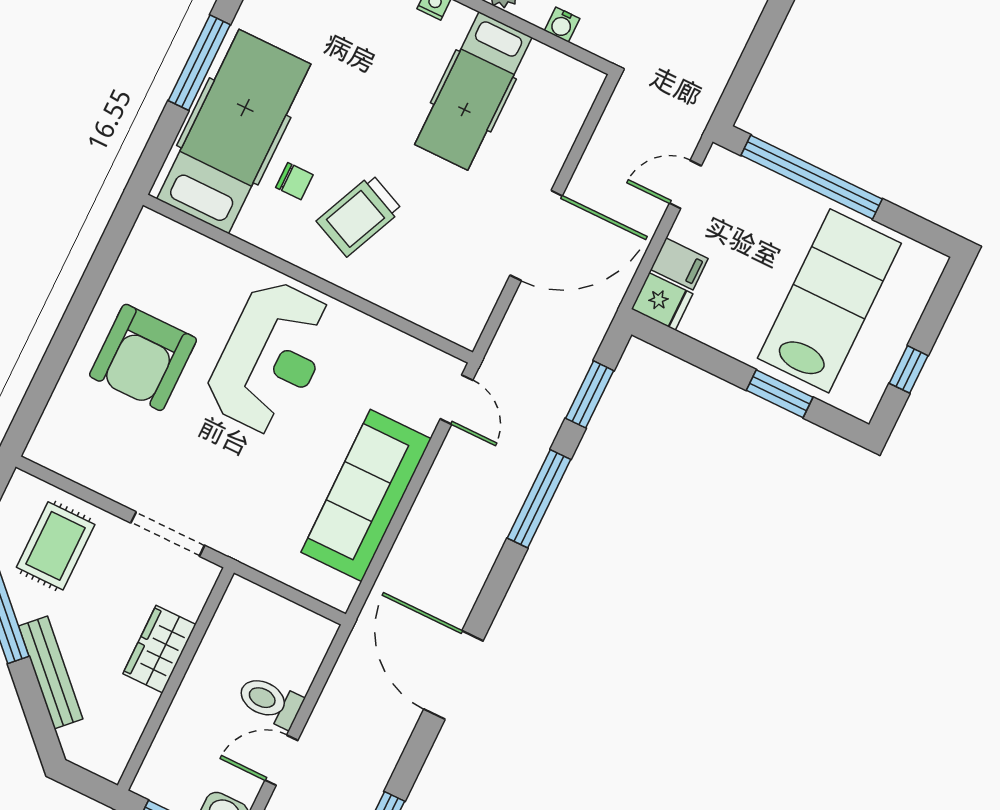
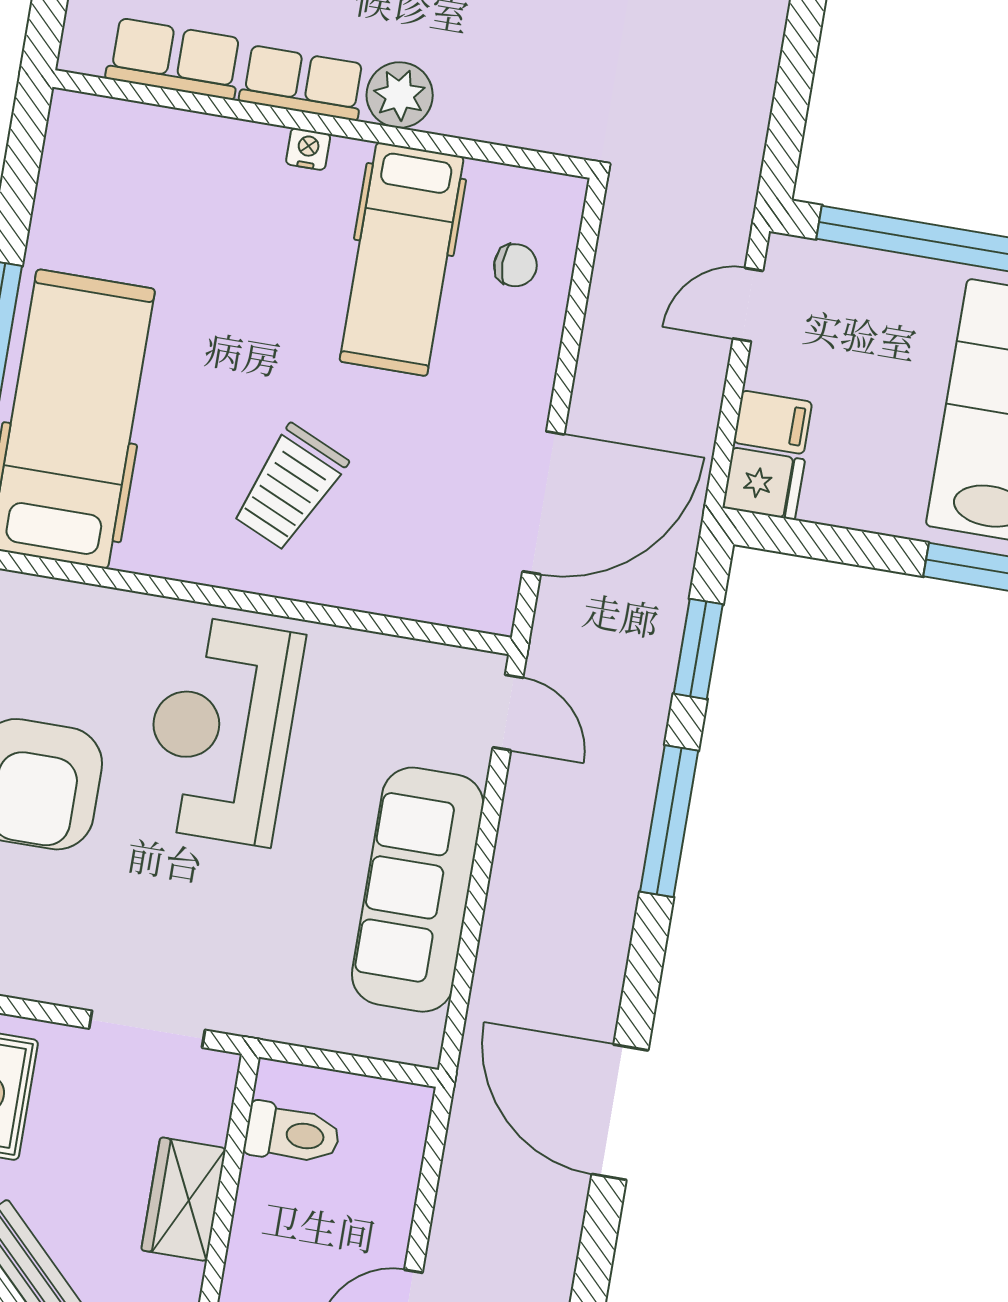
water cooler: (562, 25) -> (502, 125), removed
chair: (294, 181) -> (515, 265), moved
door: (536, 235) -> (543, 503), moved
reception desk: (271, 357) -> (221, 730), turned 180
toilet: (270, 701) -> (292, 1134), moved, turned 180

